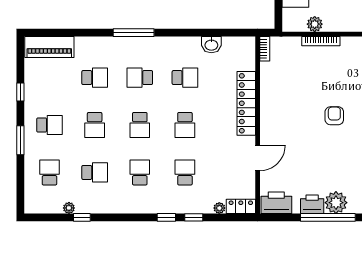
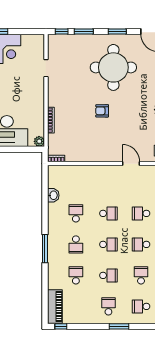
plant: (315, 24) -> (39, 141), moved
window: (20, 92) -> (61, 326), moved
locker: (246, 103) -> (94, 171), removed

